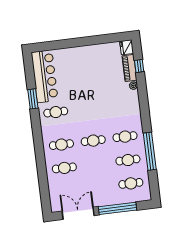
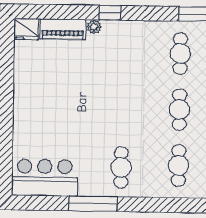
window: (139, 66) -> (110, 13), moved
bar counter: (45, 76) -> (45, 178), width x0.73
window: (33, 99) -> (93, 204), width x1.44

